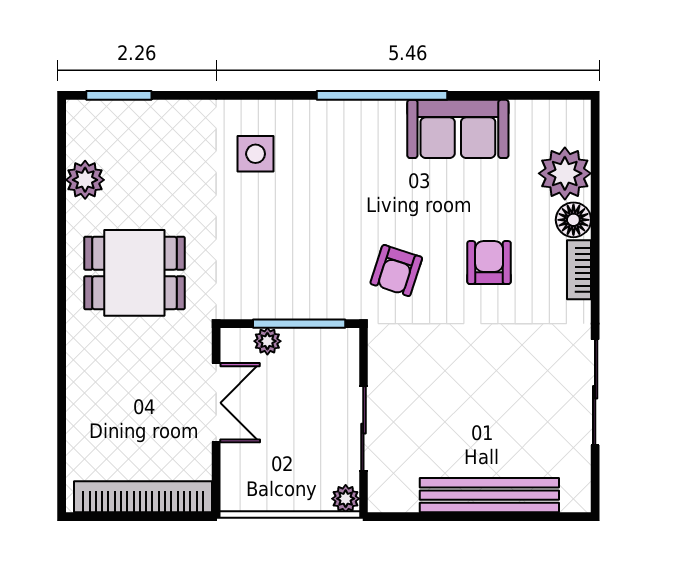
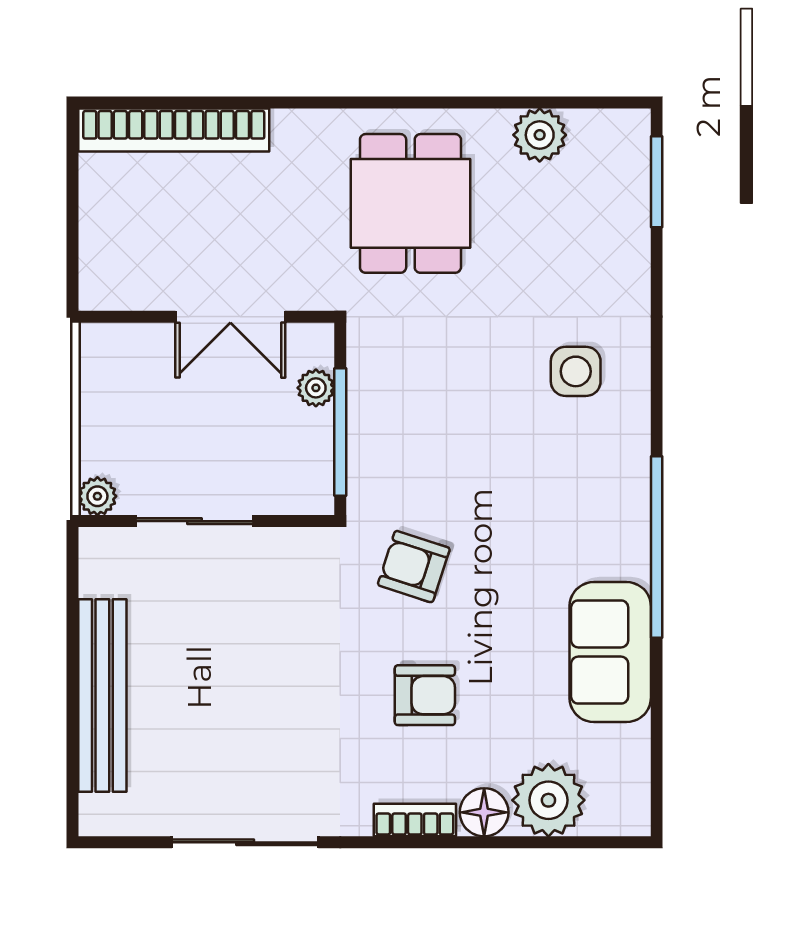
bookcase: (143, 497) -> (174, 130), moved, turned 90

